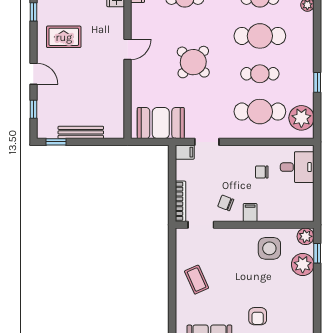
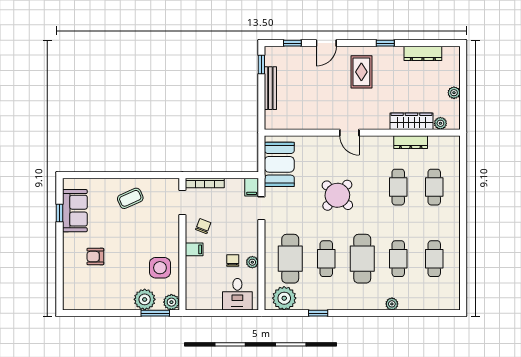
plant: (264, 151) -> (252, 262), added
window: (317, 253) -> (155, 313), width x1.50

